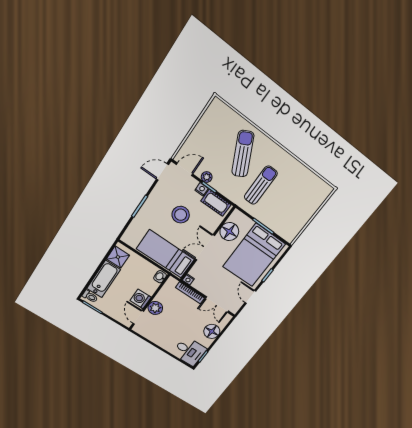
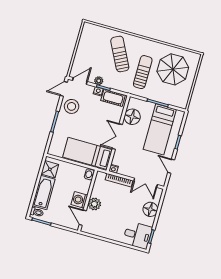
parasol: (296, 194) -> (173, 69), added
stool: (181, 215) -> (72, 106), moved
bed: (254, 255) -> (160, 129), width x0.67

